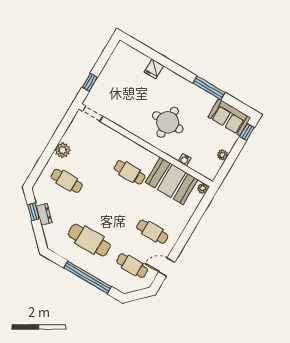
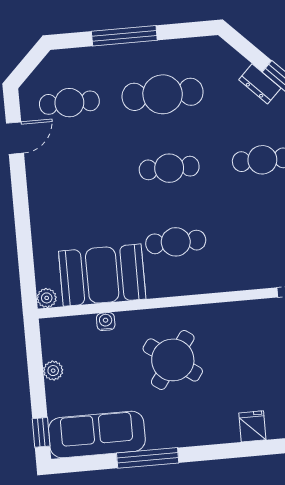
sofa: (229, 117) -> (97, 435), width x1.36
round table: (168, 122) -> (173, 360), turned 36
cafe table: (152, 232) -> (169, 168), moved
window: (88, 277) -> (124, 36), width x0.68

